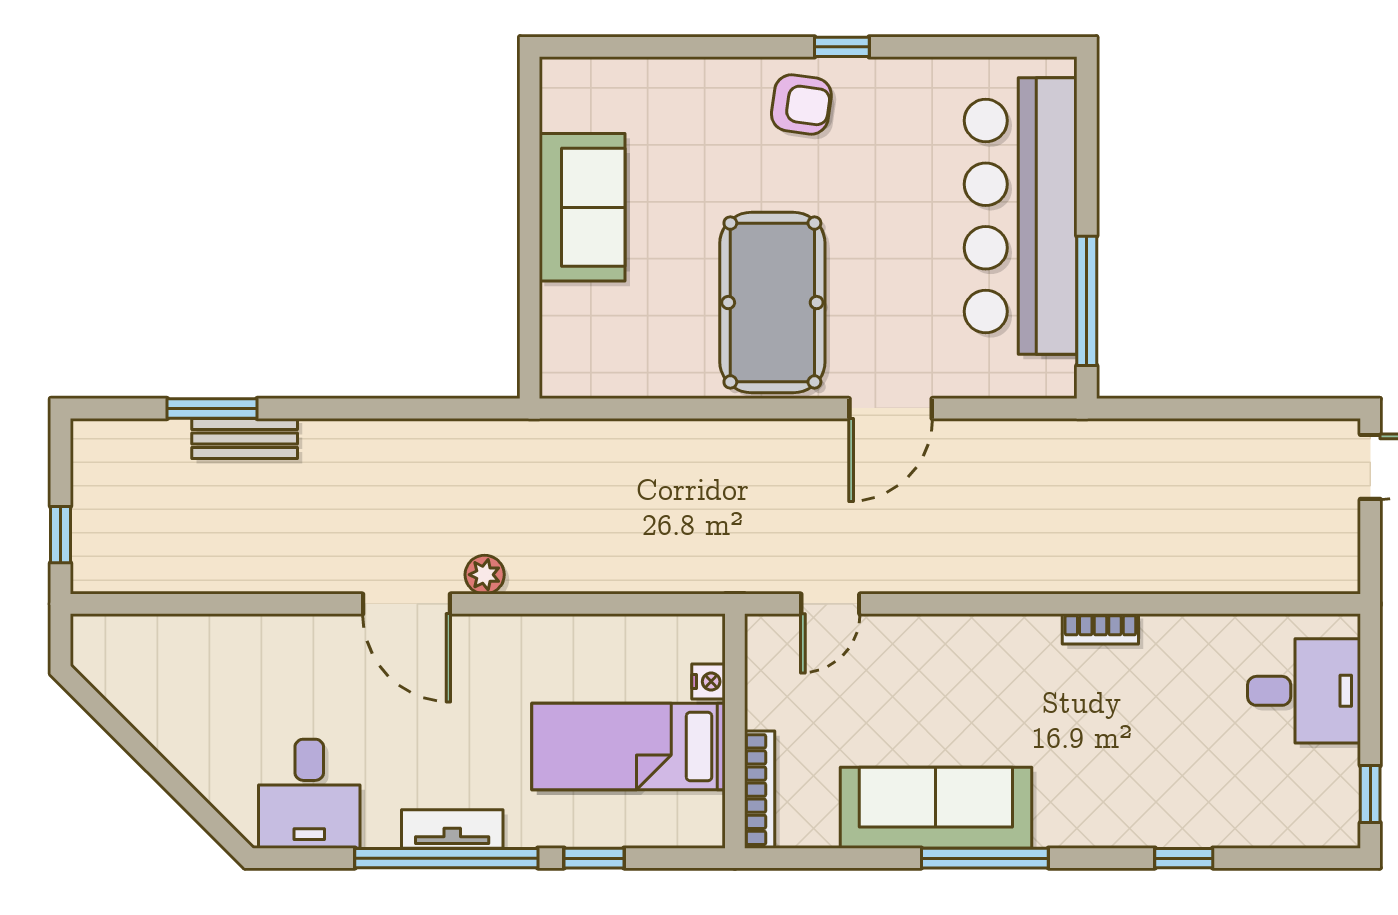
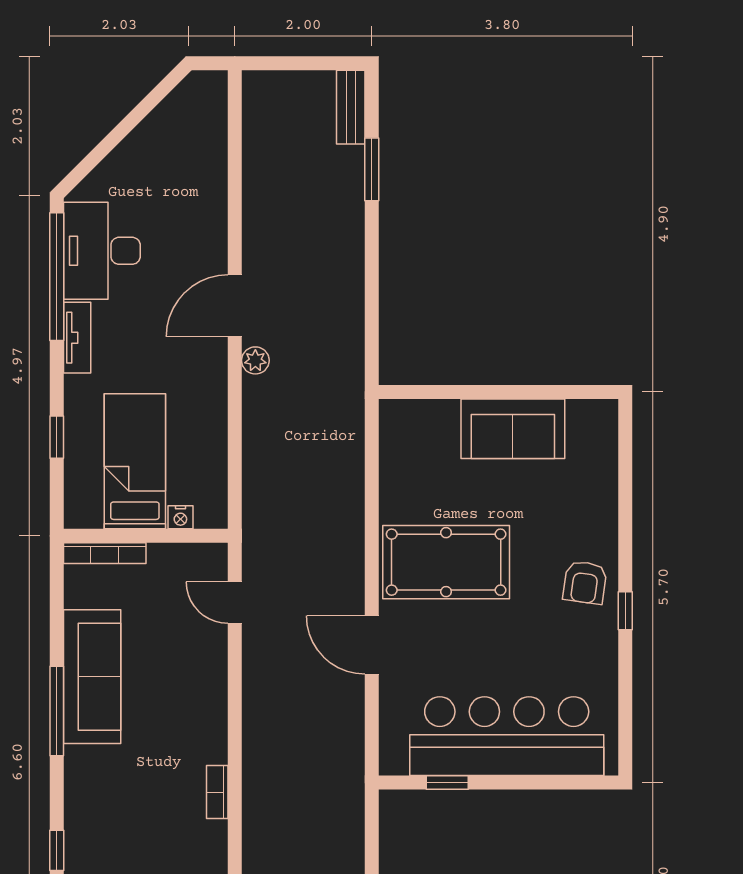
window: (1087, 301) -> (447, 782), width x0.46
bench: (245, 438) -> (351, 107), moved
window: (61, 535) -> (283, 63), removed
desk: (309, 794) -> (102, 251), width x1.37
window: (446, 858) -> (57, 277), moved

